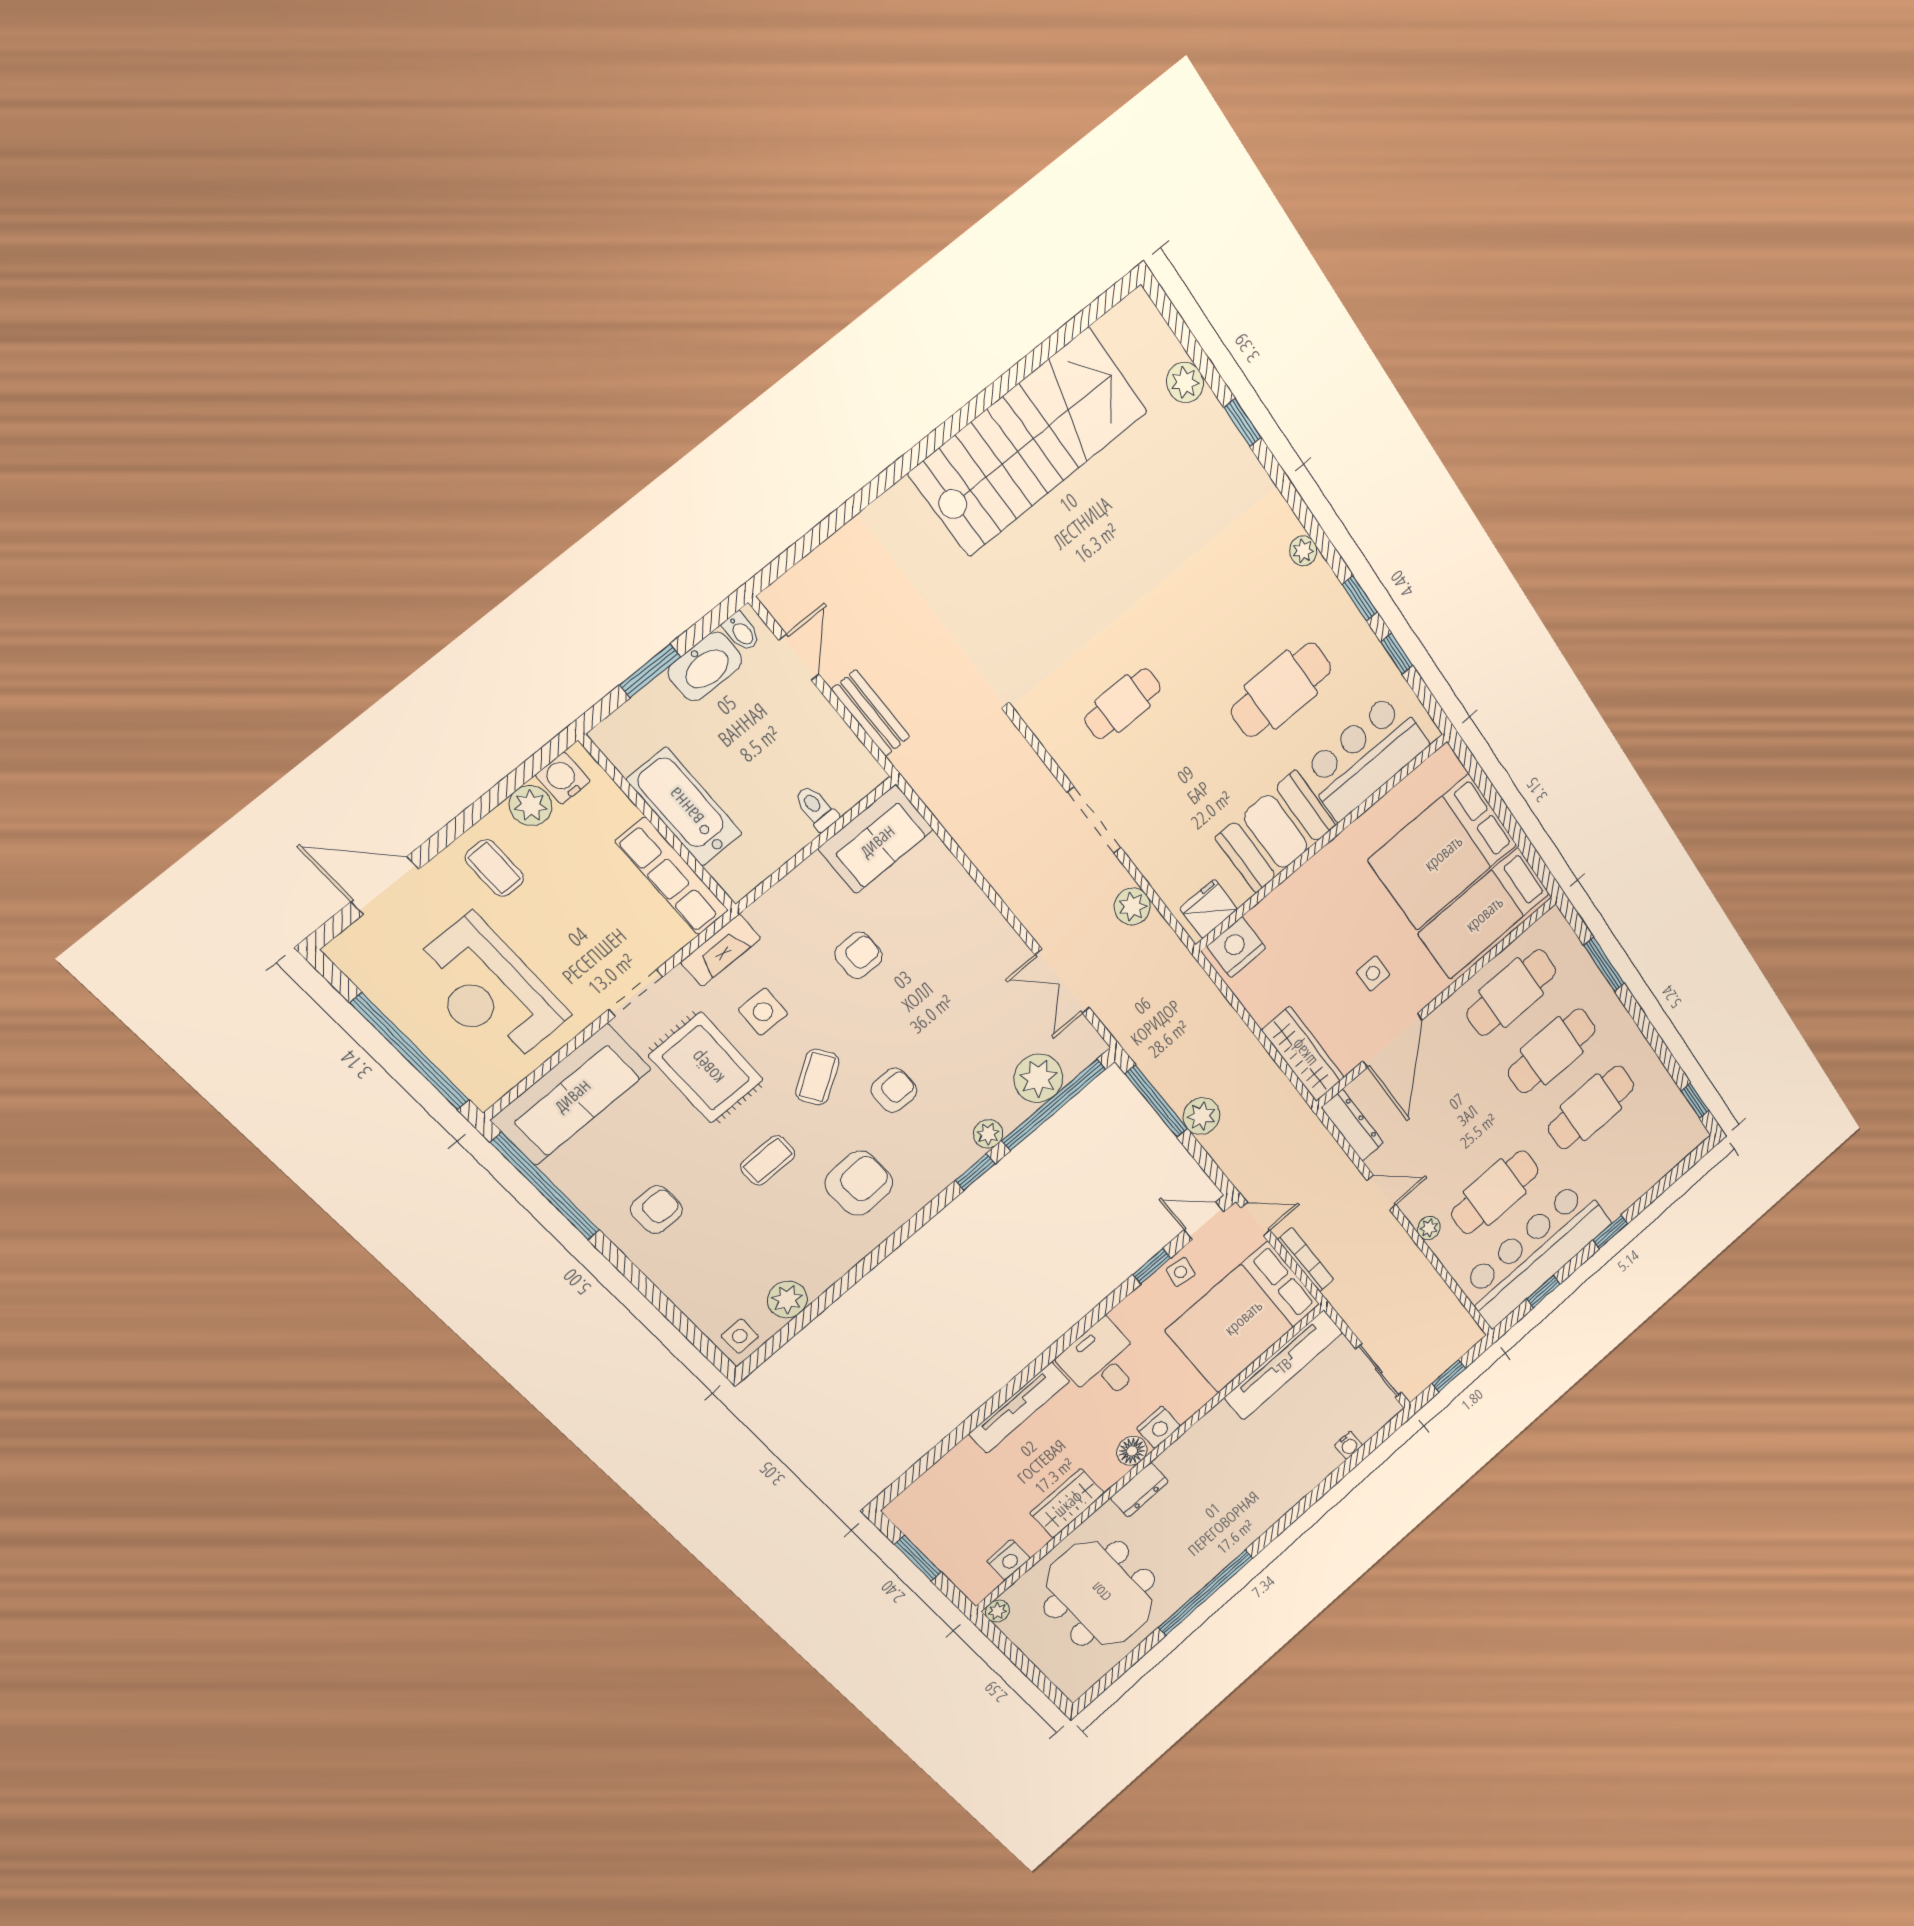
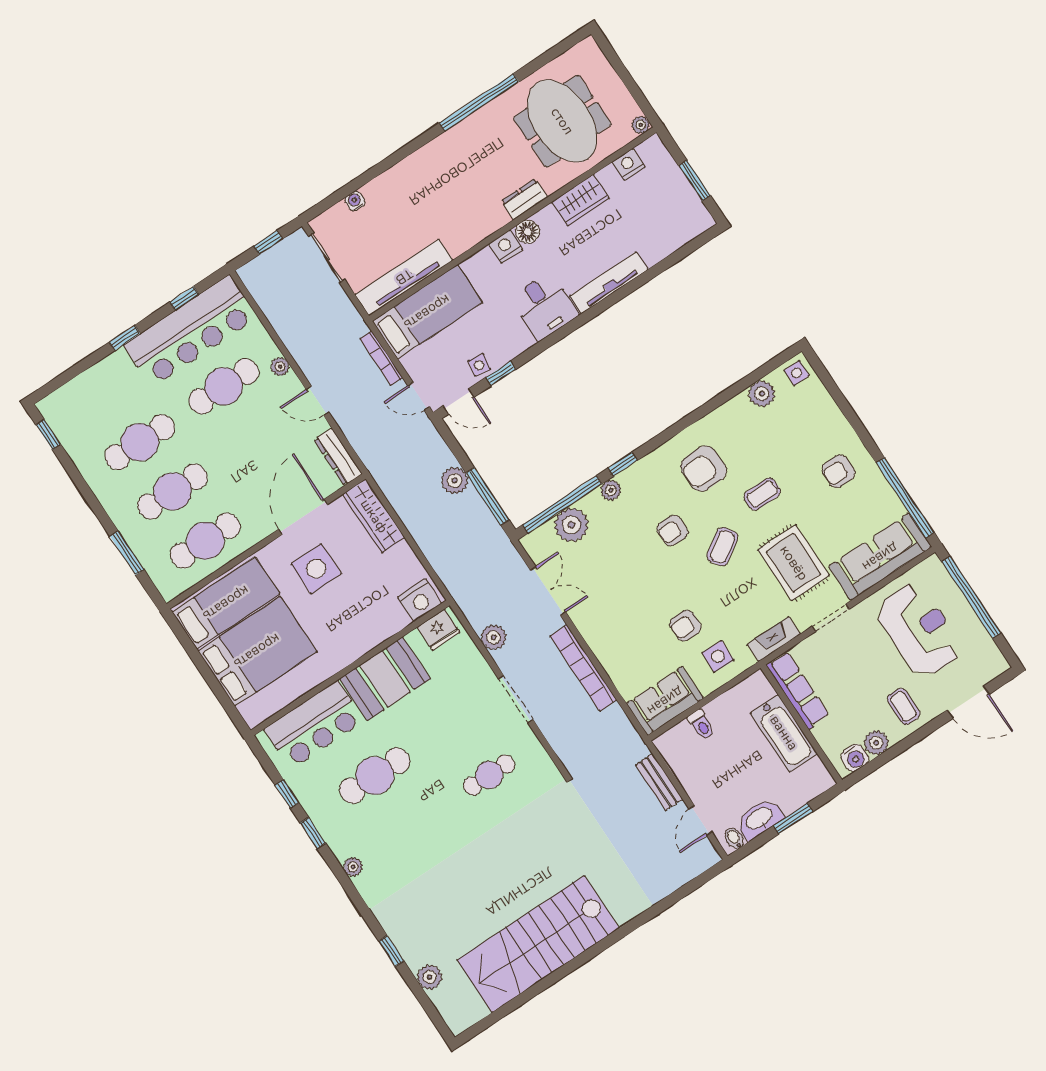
bookcase: (1002, 876) -> (583, 668), added
side table: (1373, 973) -> (316, 569), width x1.87, depth x1.87
side table: (763, 1012) -> (718, 656), moved
bed: (1243, 1317) -> (427, 312), width x0.67

